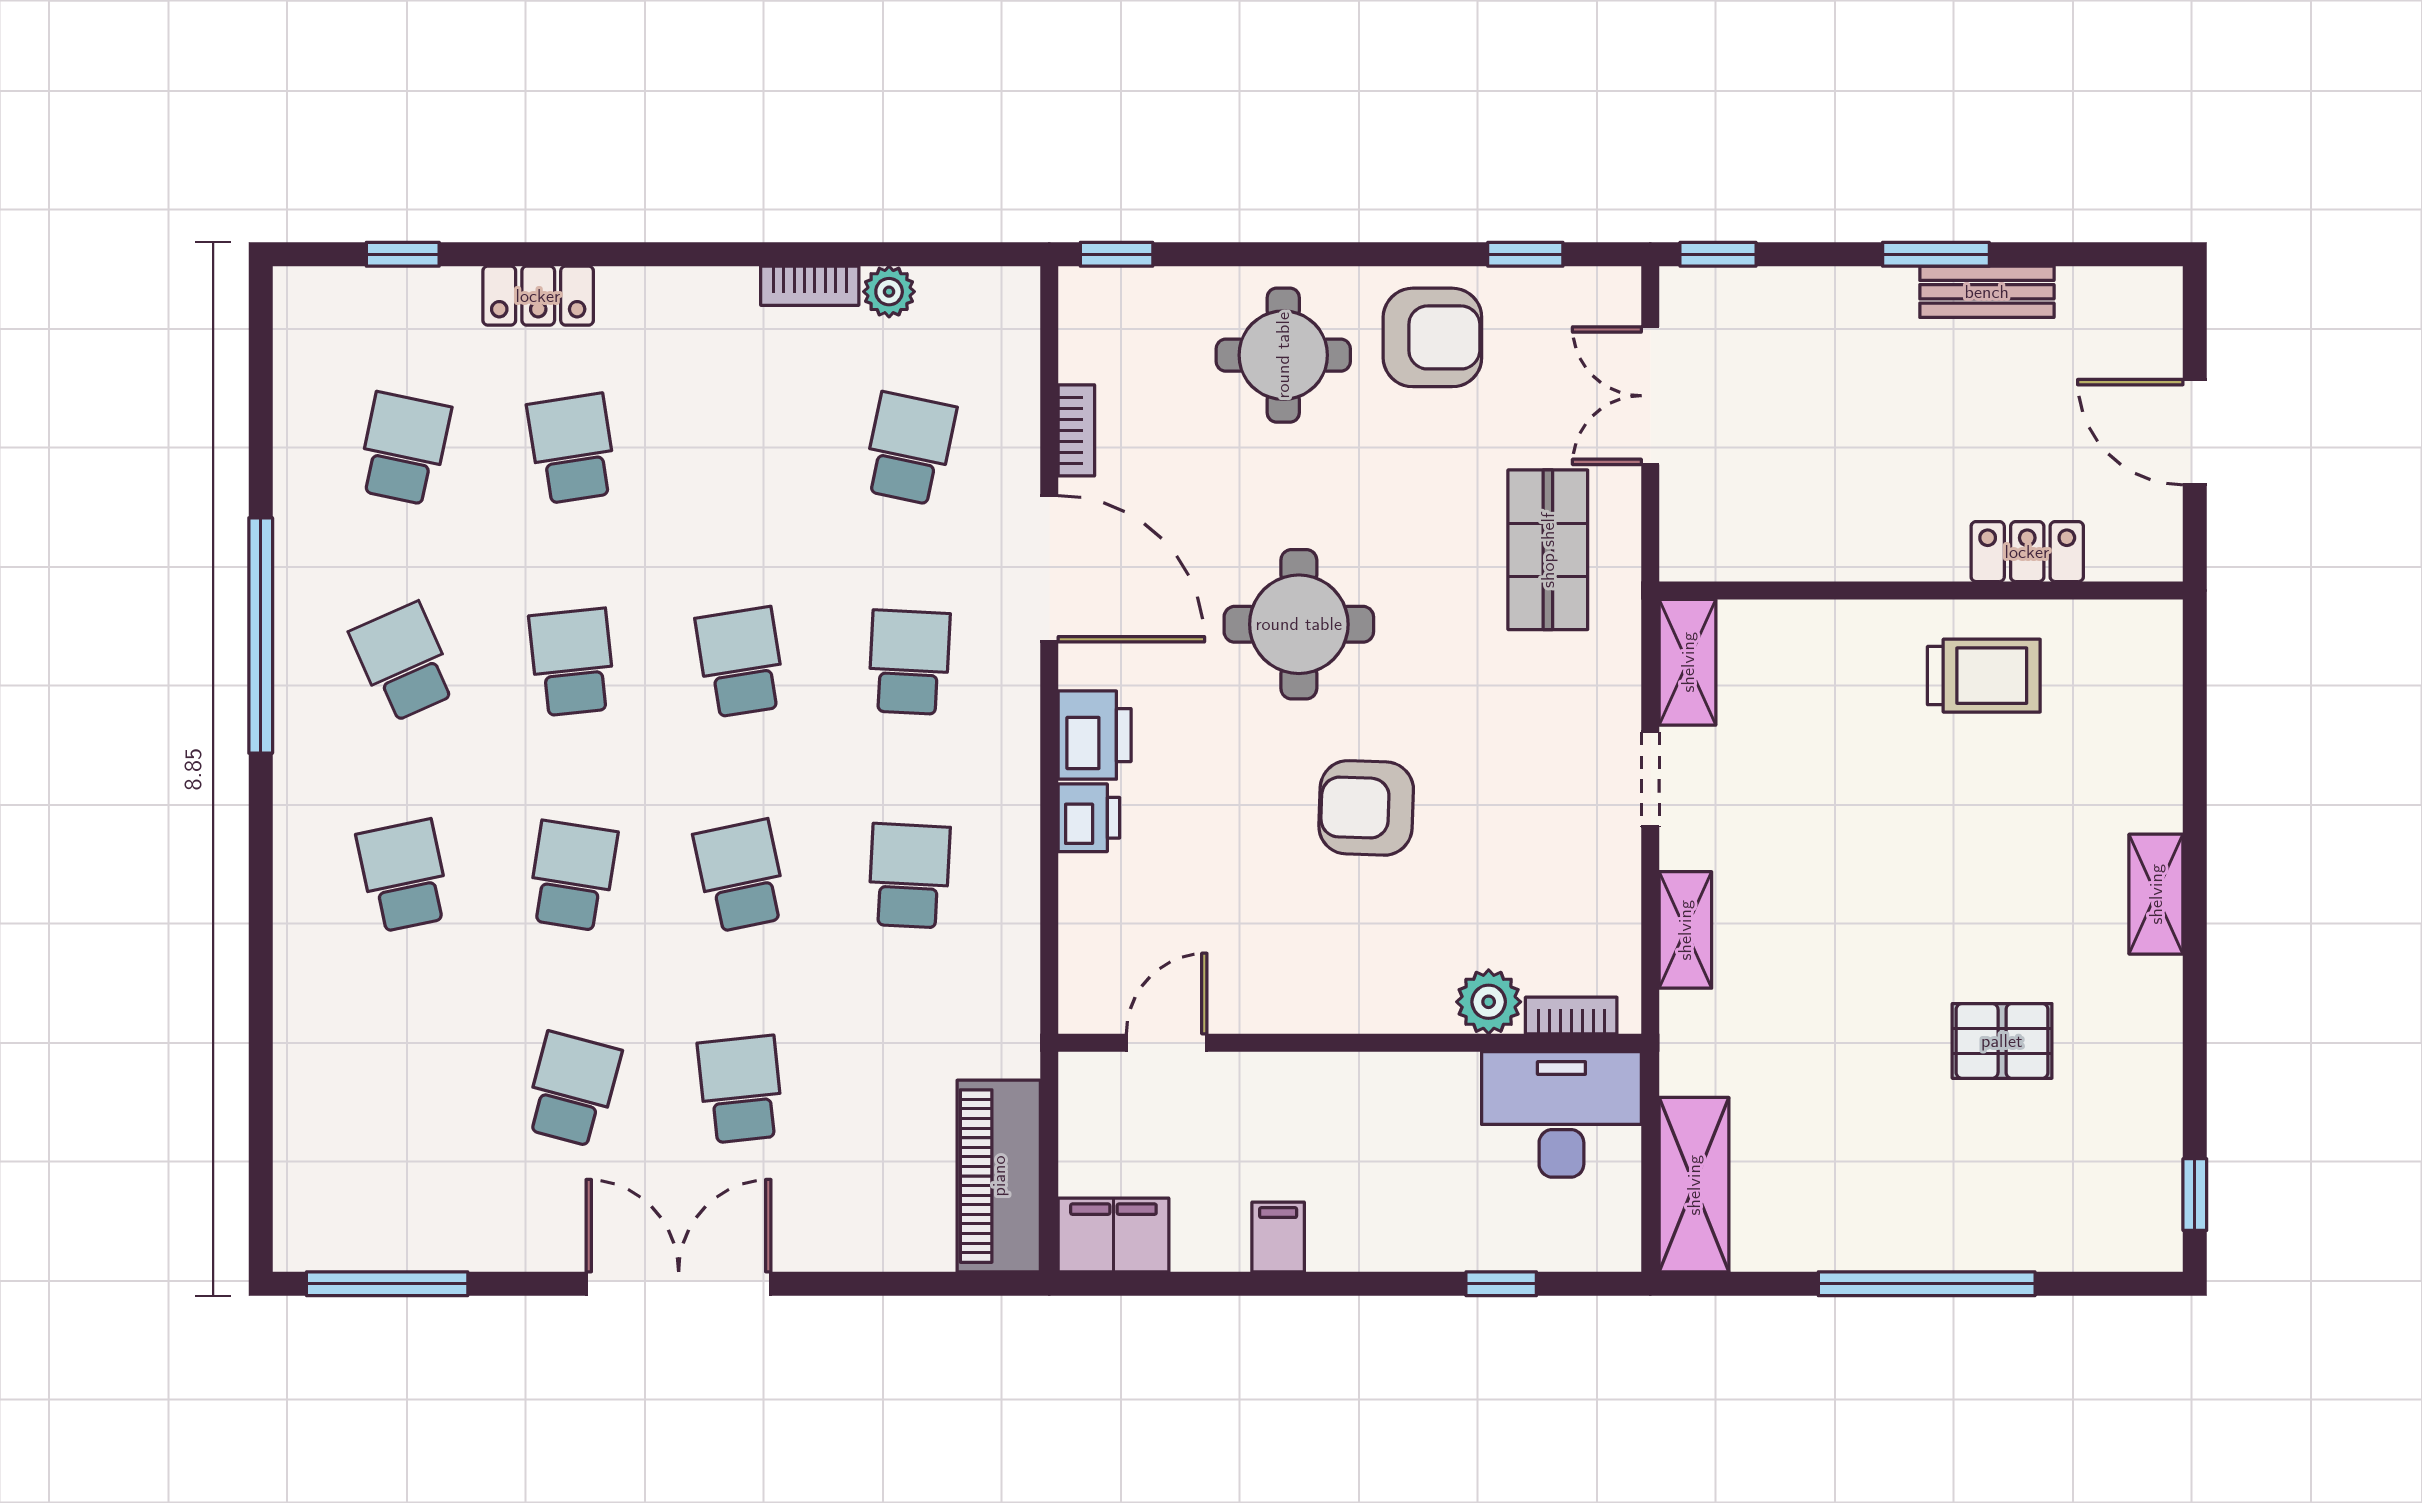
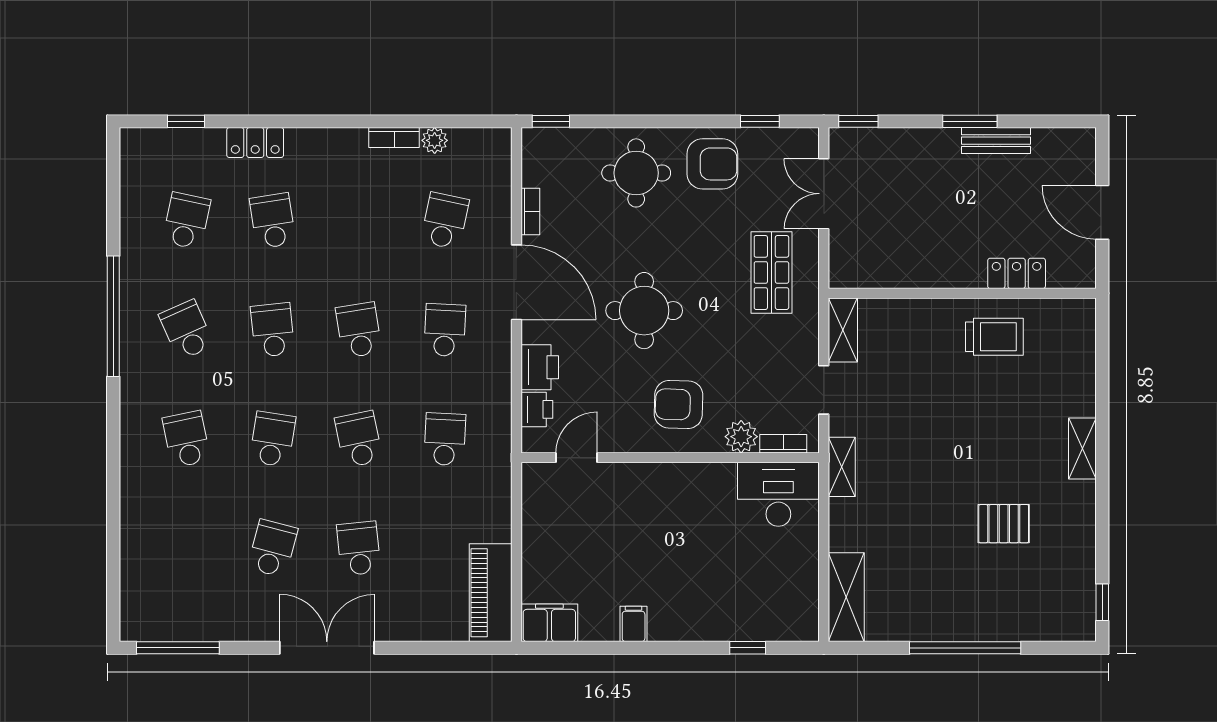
plant: (1489, 1002) -> (741, 437), moved
bookcase: (1571, 1016) -> (783, 444), moved
door: (1167, 1043) -> (577, 458), moved
wall: (1350, 1043) -> (670, 458), moved
desk: (1561, 1114) -> (778, 494), moved

